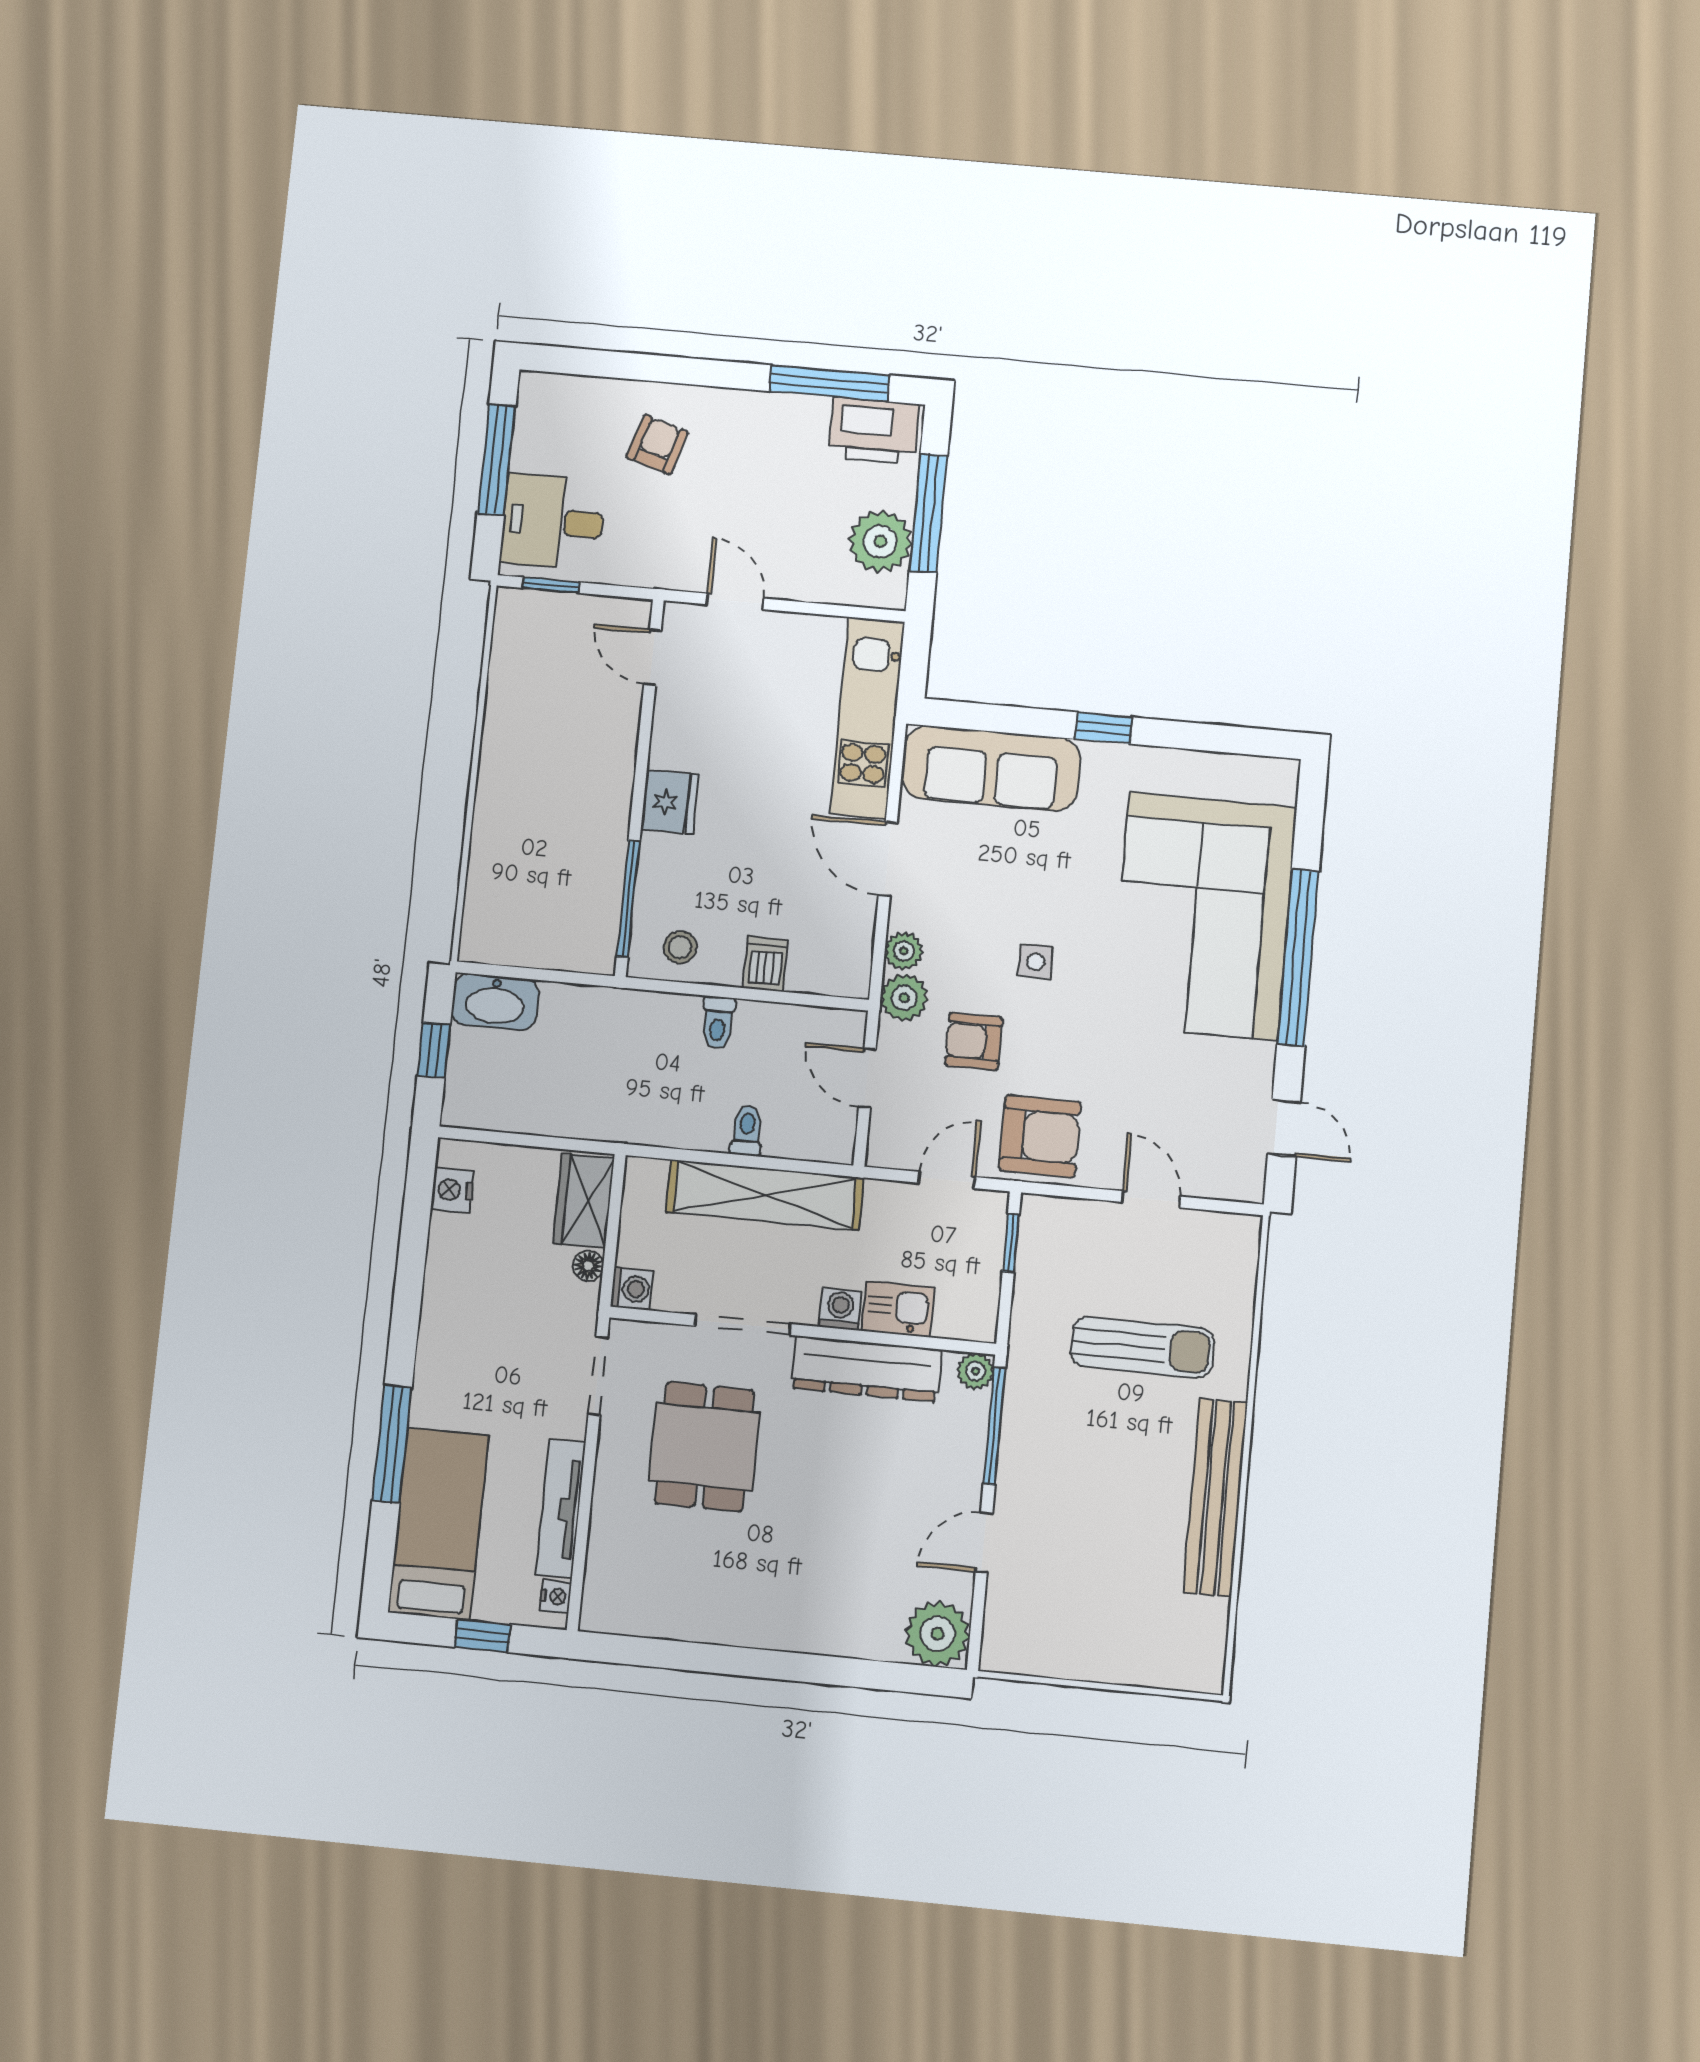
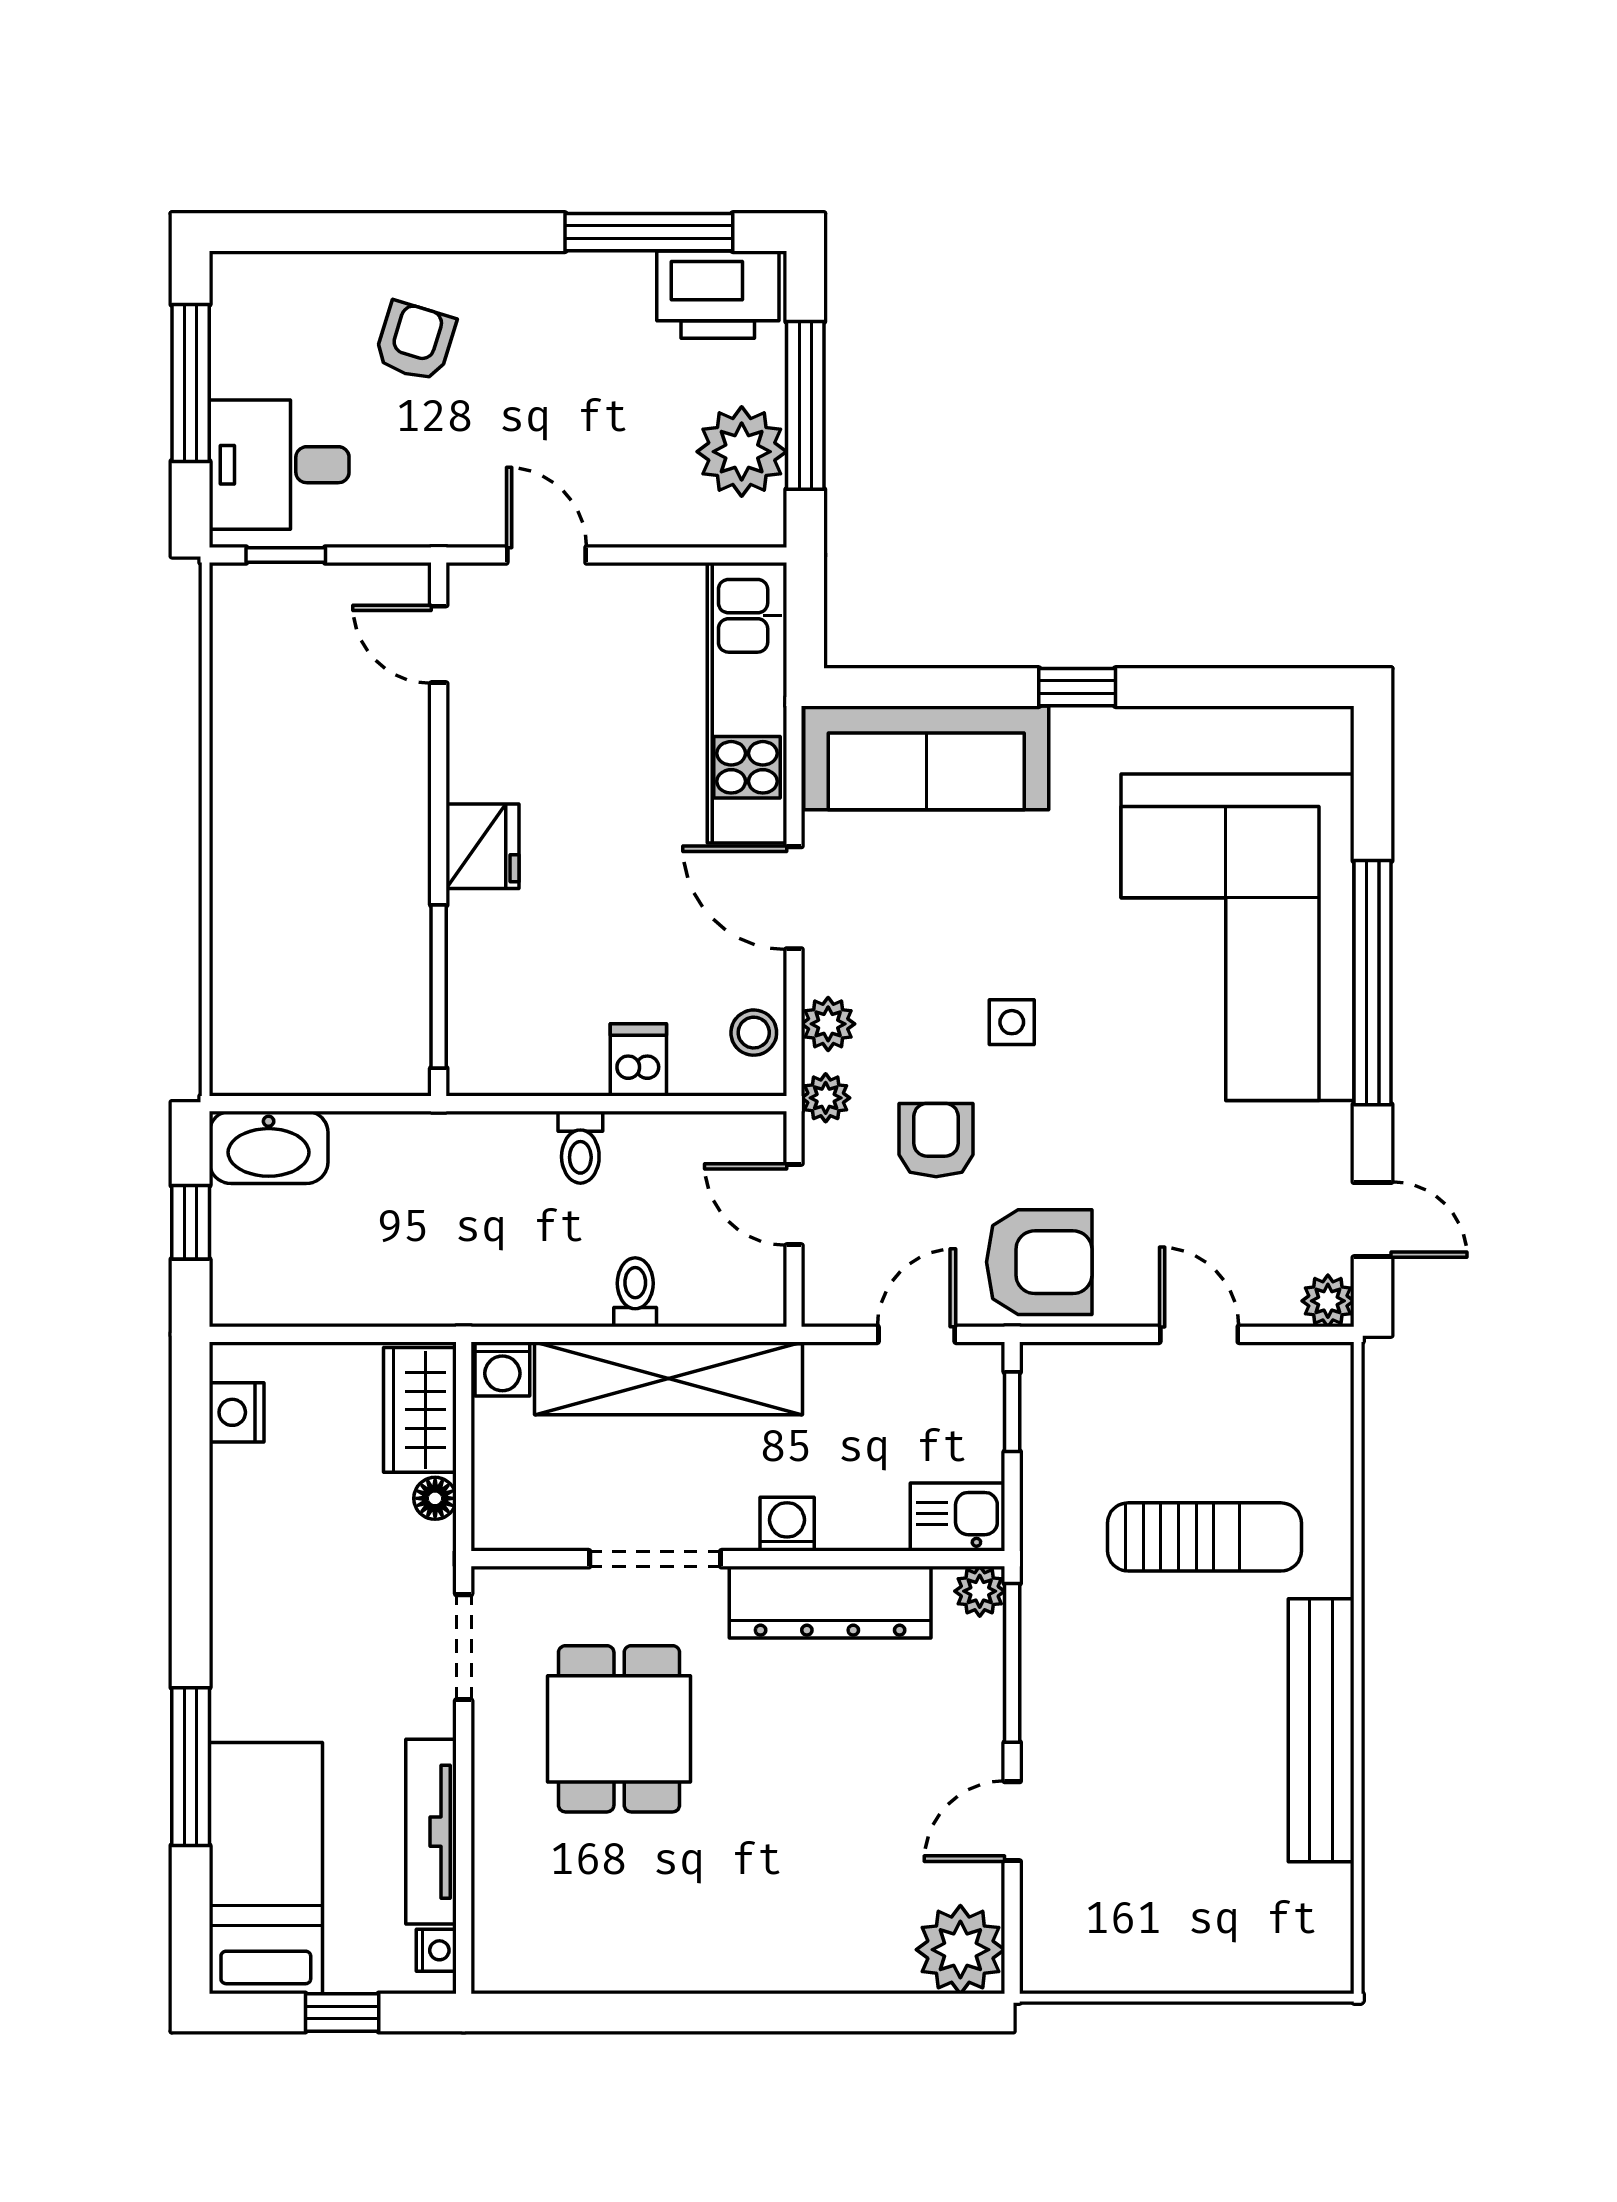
stool: (680, 947) -> (754, 1033), moved
plant: (904, 998) -> (826, 1098), width x0.73, depth x0.73
armchair: (974, 1041) -> (936, 1140), turned 90
plant: (1247, 1184) -> (1328, 1301), added
washing machine: (632, 1289) -> (502, 1369), moved, turned 90
kitchen sink: (898, 1309) -> (958, 1517), moved

